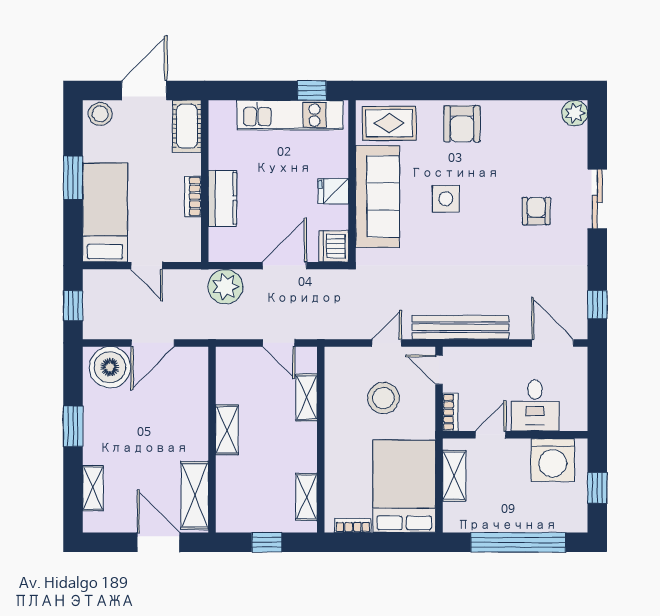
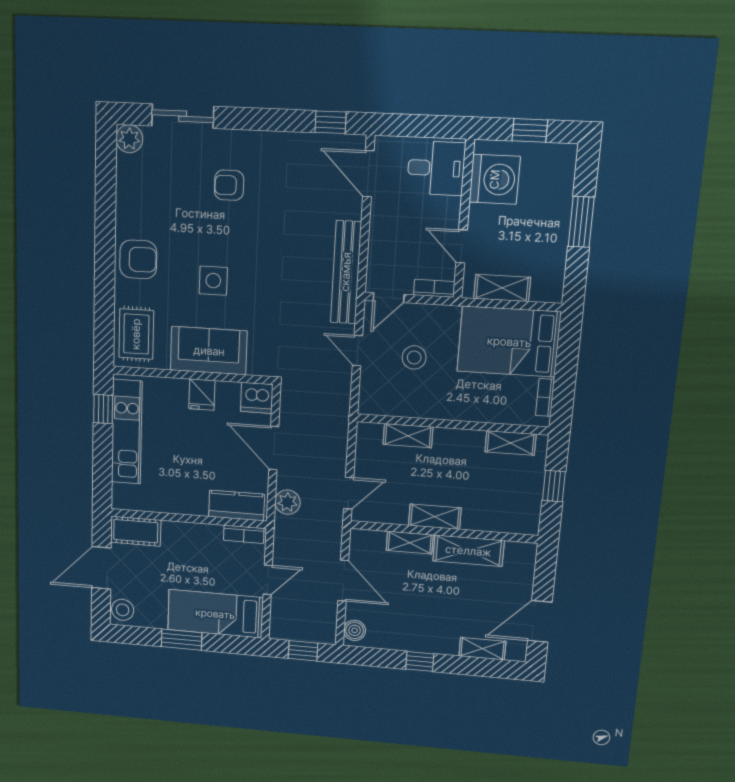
door: (144, 90) -> (101, 568), hinge flipped
bookcase: (193, 196) -> (244, 534), moved
sofa: (377, 196) -> (209, 351), width x0.73
kitchen counter: (222, 198) -> (237, 506), moved
sliding door: (597, 199) -> (183, 116), moved
plant: (225, 287) -> (287, 502), width x0.73, depth x0.73
door: (279, 343) -> (349, 493), moved
door: (553, 343) -> (368, 174), hinge flipped
boiler: (110, 367) -> (355, 630), width x0.54, depth x0.54
stool: (383, 398) -> (414, 357), width x0.73, depth x0.73
desk: (535, 405) -> (436, 168), moved
shelving: (198, 407) -> (410, 543), added
window: (73, 426) -> (420, 661), width x0.67
shelving: (195, 495) -> (468, 551), moved
door: (158, 542) -> (540, 621), moved
window: (518, 542) -> (581, 222), width x0.47

